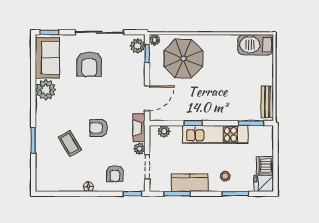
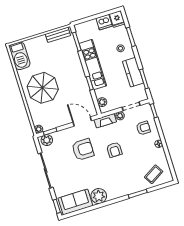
parasol: (183, 59) -> (43, 88), moved
armchair: (89, 64) -> (83, 149), moved
coffee table: (70, 144) -> (154, 174), moved

